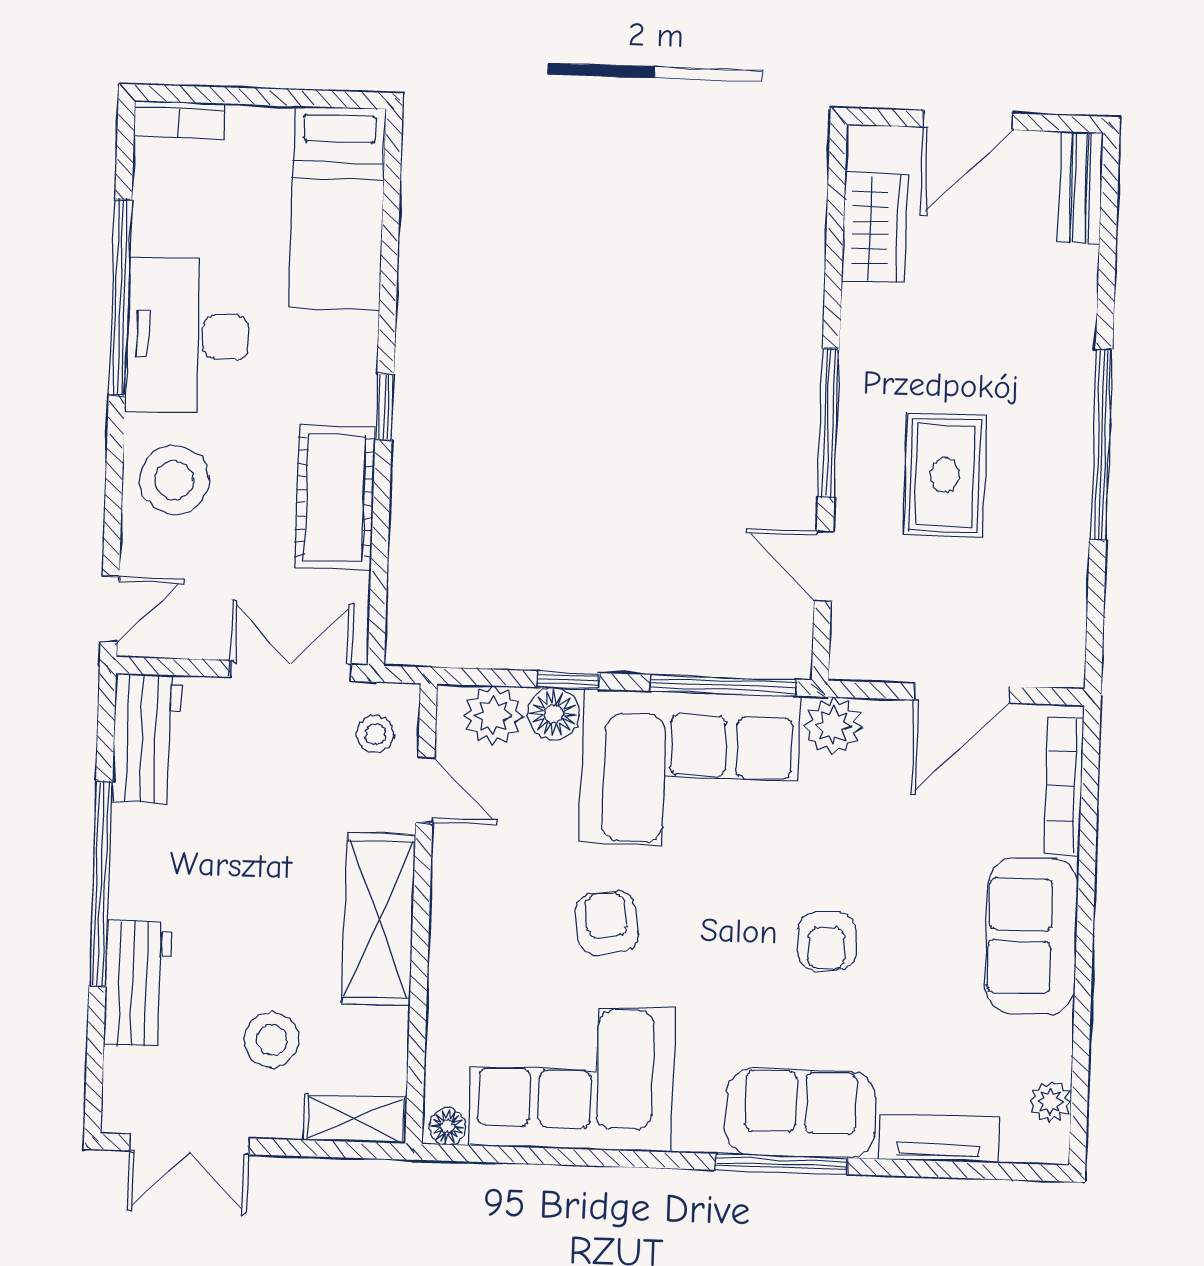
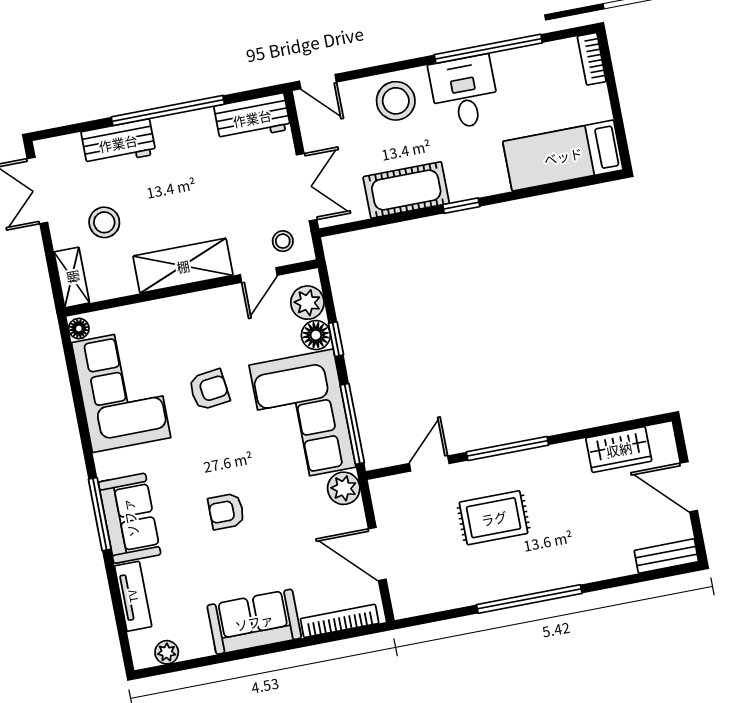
desk: (188, 336) -> (464, 92), width x0.73

